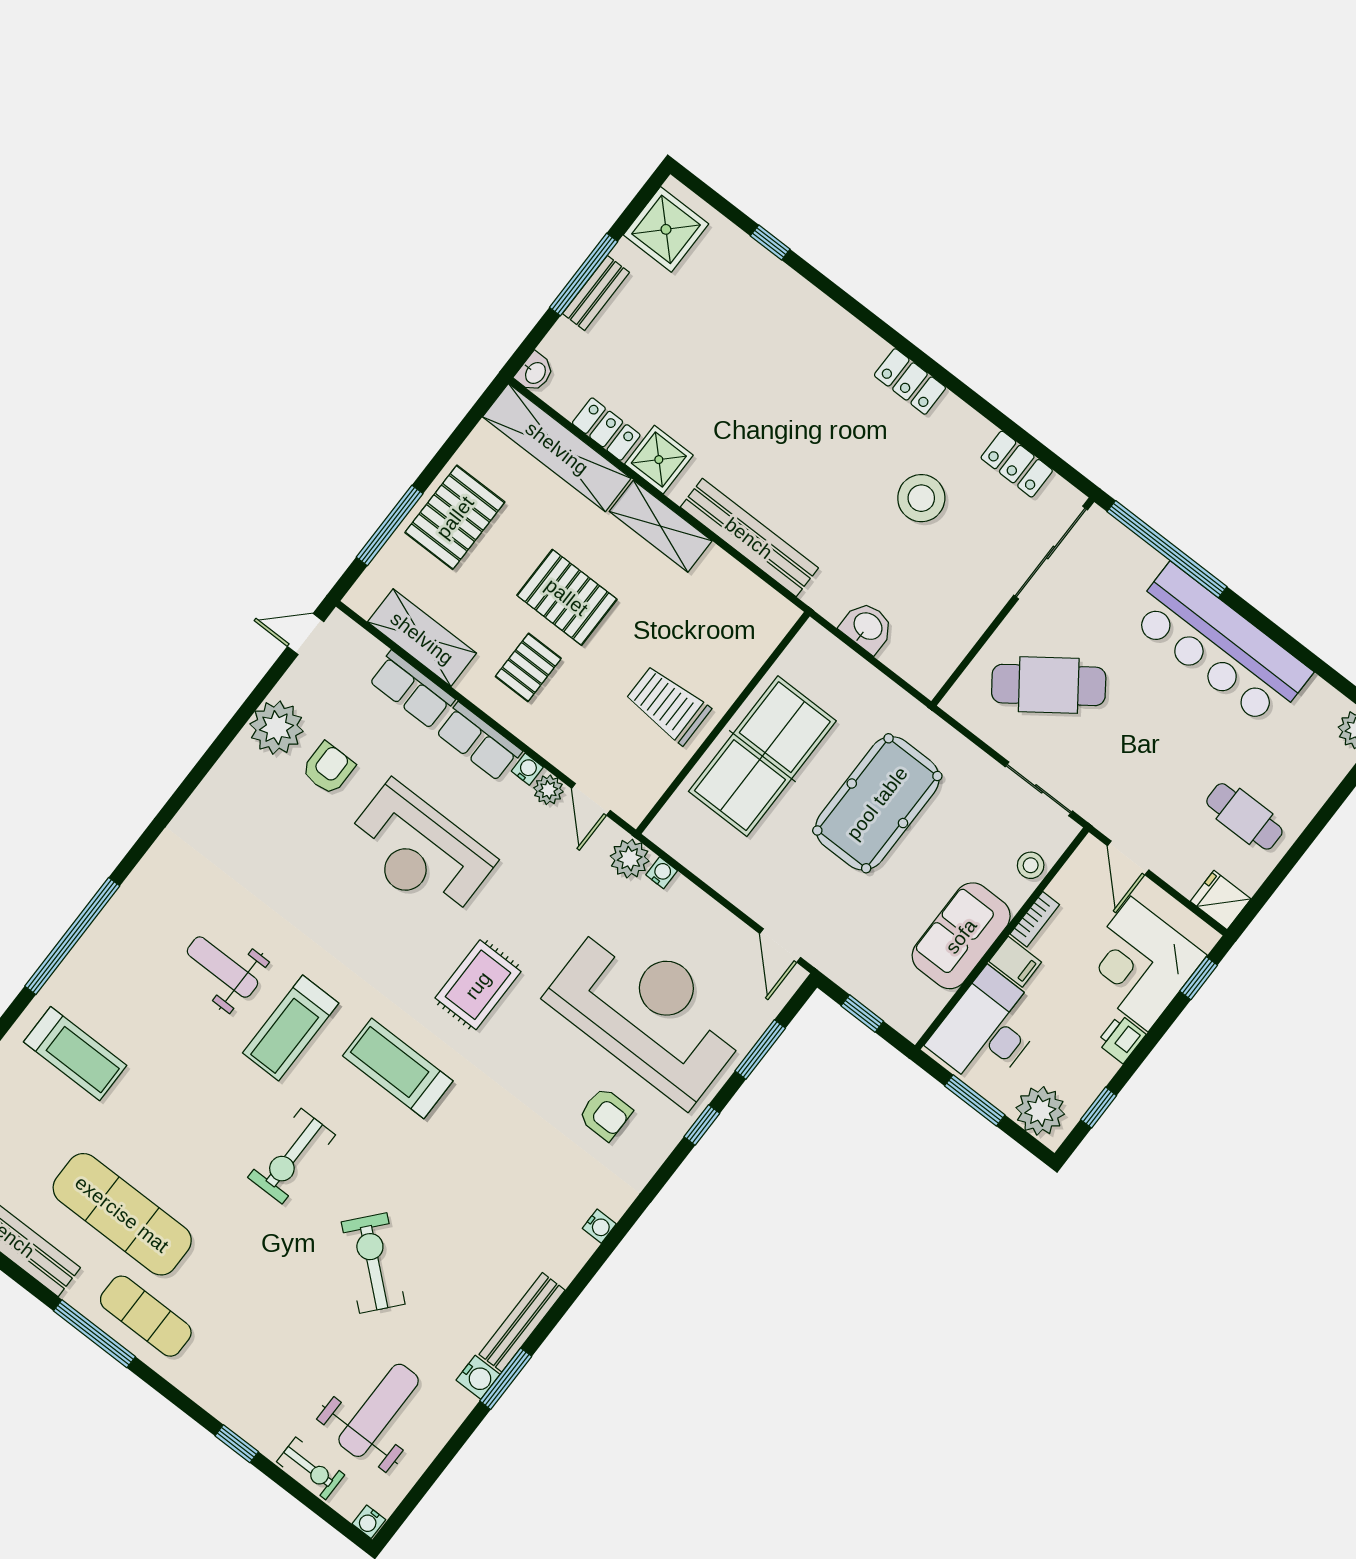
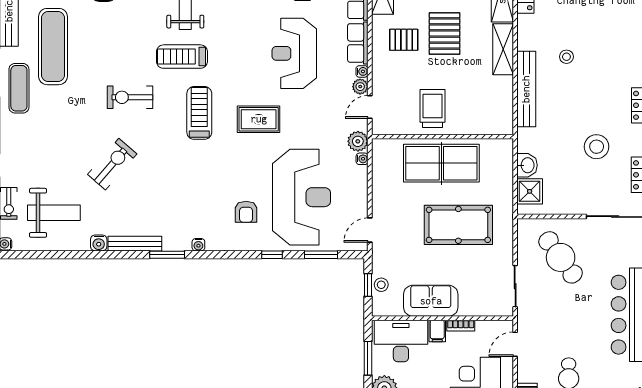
stool: (747, 438) -> (566, 57), added
shower: (659, 460) -> (530, 191), moved
stool: (1031, 865) -> (381, 285), moved
window: (506, 1379) -> (167, 255), moved

